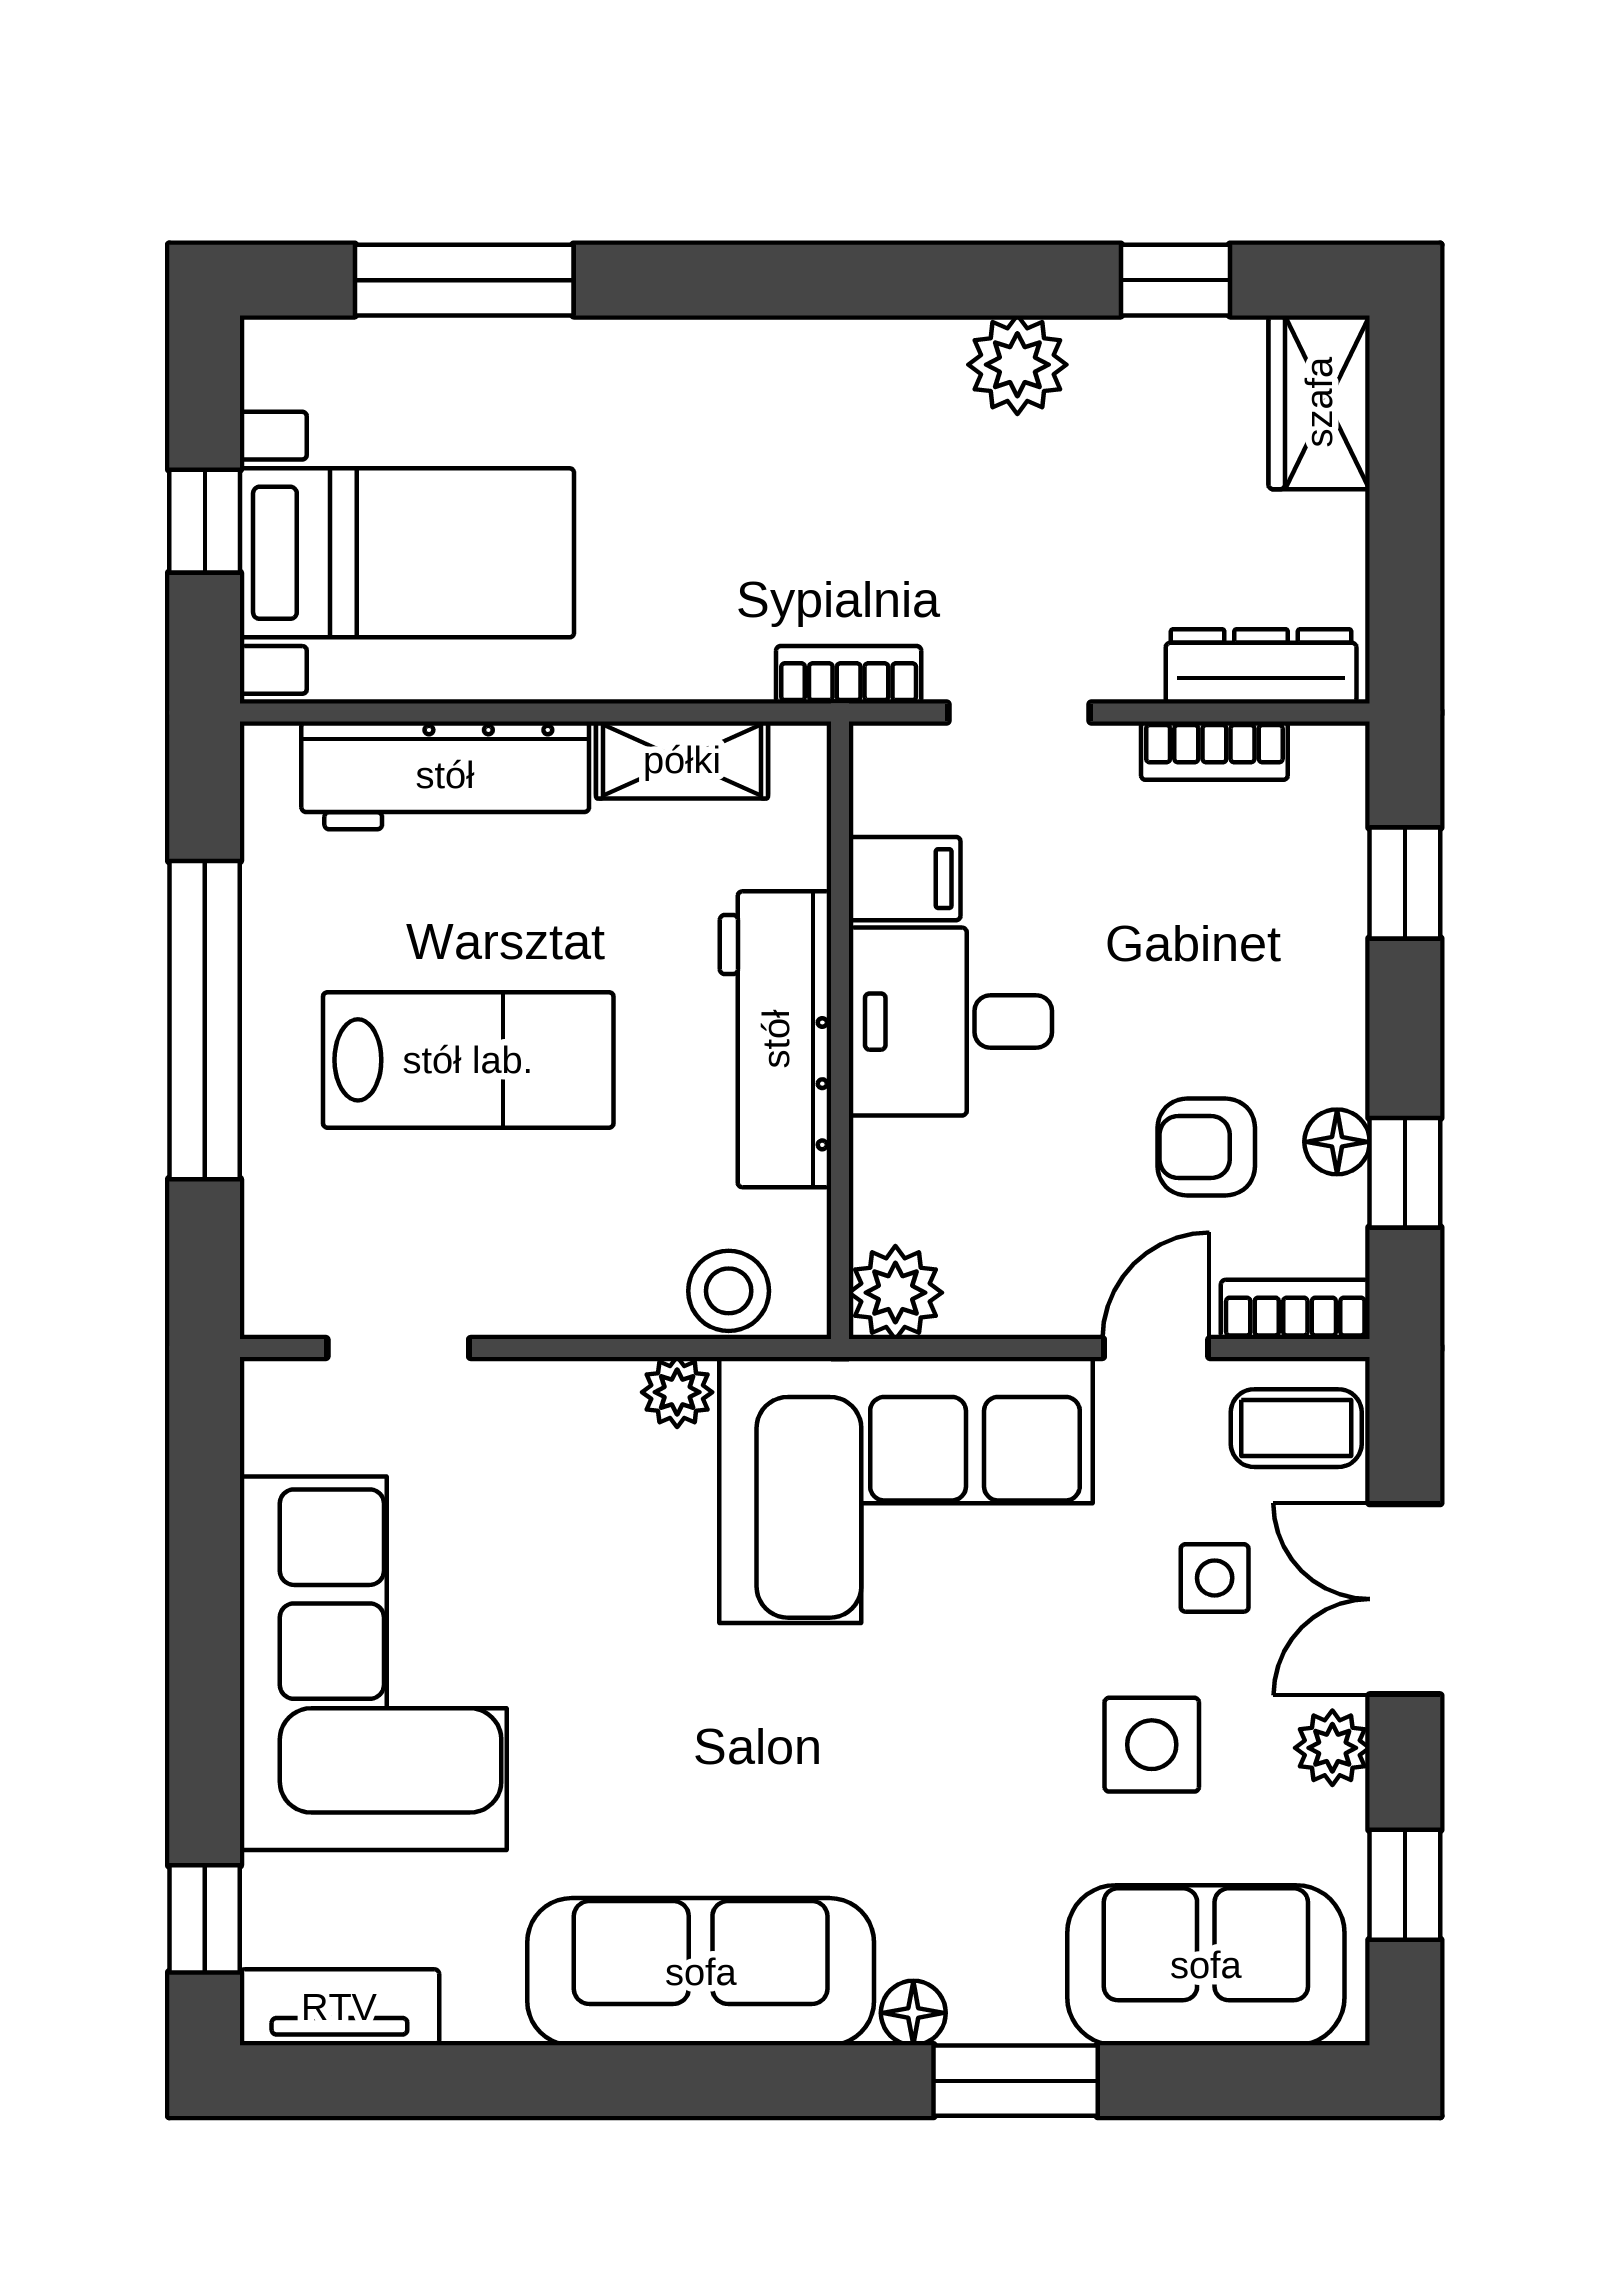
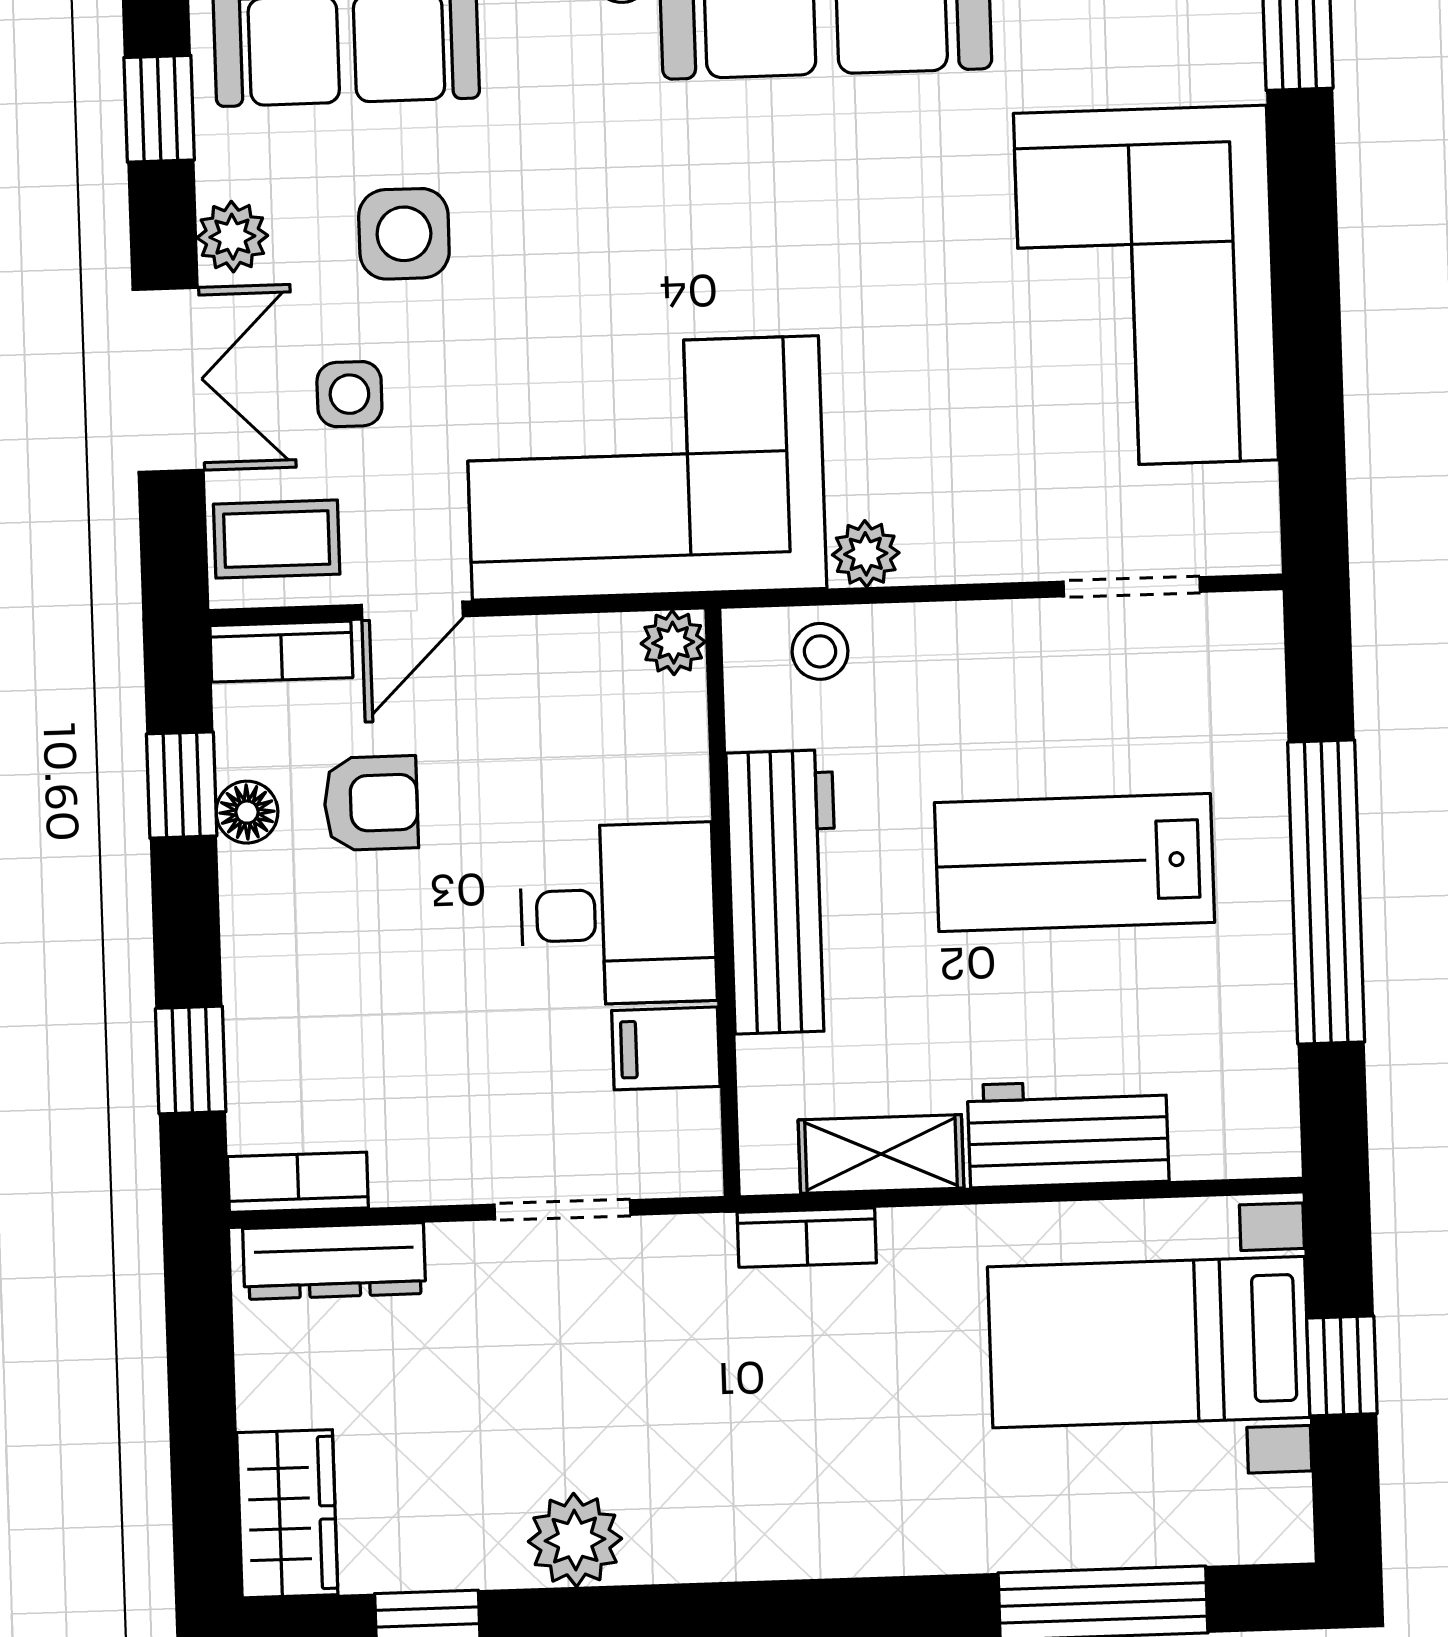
bookcase: (849, 675) -> (807, 1238), moved
bookcase: (1214, 751) -> (298, 1182), moved
workbench: (445, 775) -> (1068, 1133), width x0.73
stool: (729, 1291) -> (820, 651), width x0.73, depth x0.73
plant: (895, 1293) -> (673, 643), width x0.73, depth x0.73

